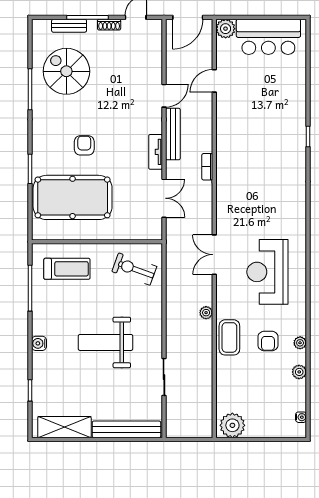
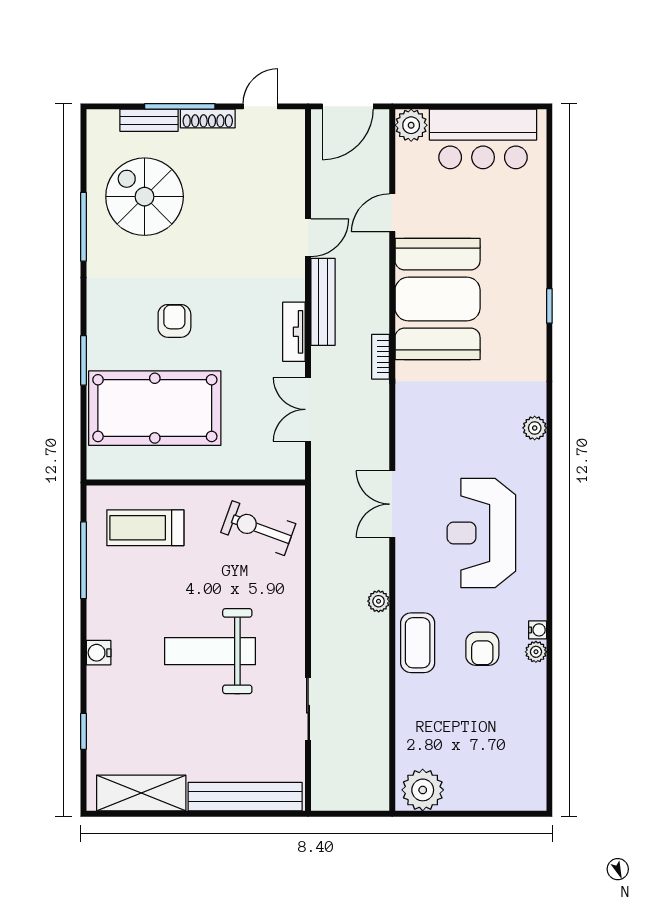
shoe rack: (109, 25) -> (208, 118), width x1.43
booth: (241, 132) -> (438, 299), added
double door: (164, 198) -> (308, 409), swing flipped
treadmill: (67, 269) -> (145, 528), turned 180
plant: (299, 372) -> (535, 428), moved
water cooler: (301, 417) -> (538, 630), moved

